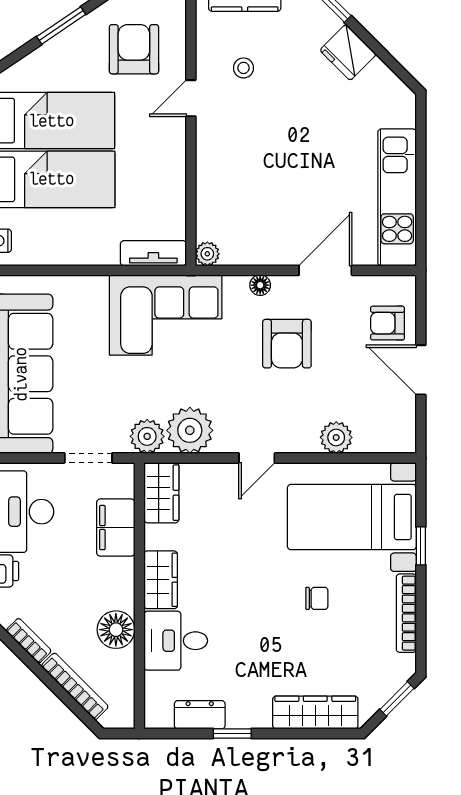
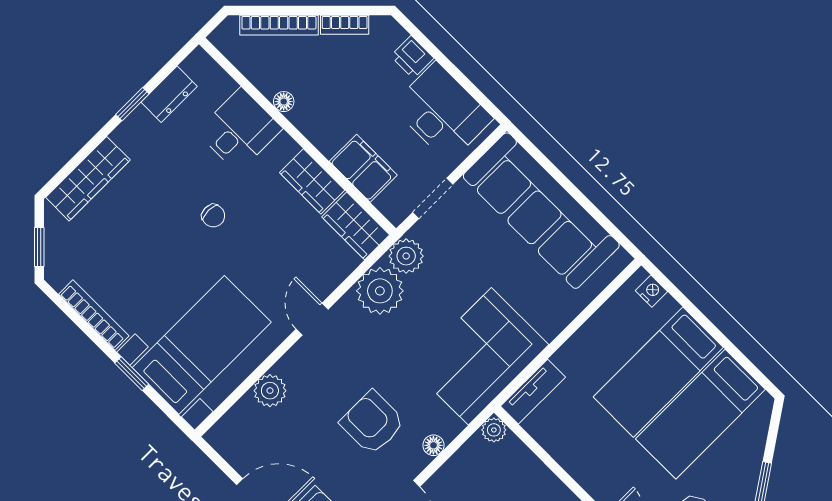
wardrobe: (161, 580) -> (312, 181), moved
chair: (317, 598) -> (213, 216), moved, turned -90
floor lamp: (116, 630) -> (284, 102), width x0.53, depth x0.53

